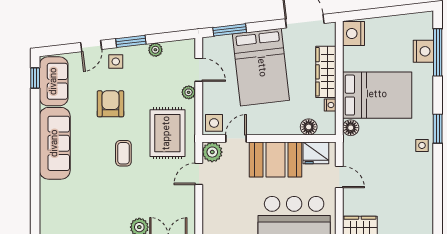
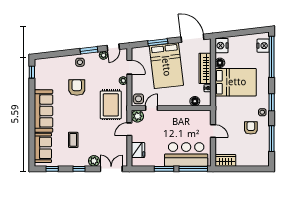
window: (230, 30) -> (158, 42), moved
door: (91, 46) -> (113, 47), moved
nightstand: (423, 51) -> (263, 46), moved
window: (438, 52) -> (272, 57), width x1.46
sofa: (54, 81) -> (43, 148), moved
floor lamp: (351, 128) -> (220, 63), moved
coffee table: (123, 153) -> (73, 140), moved
fridge: (316, 153) -> (138, 150), moved, turned -90
booth: (276, 160) -> (175, 121), removed
armchair: (403, 172) -> (251, 128), added
window: (438, 190) -> (272, 139), added

